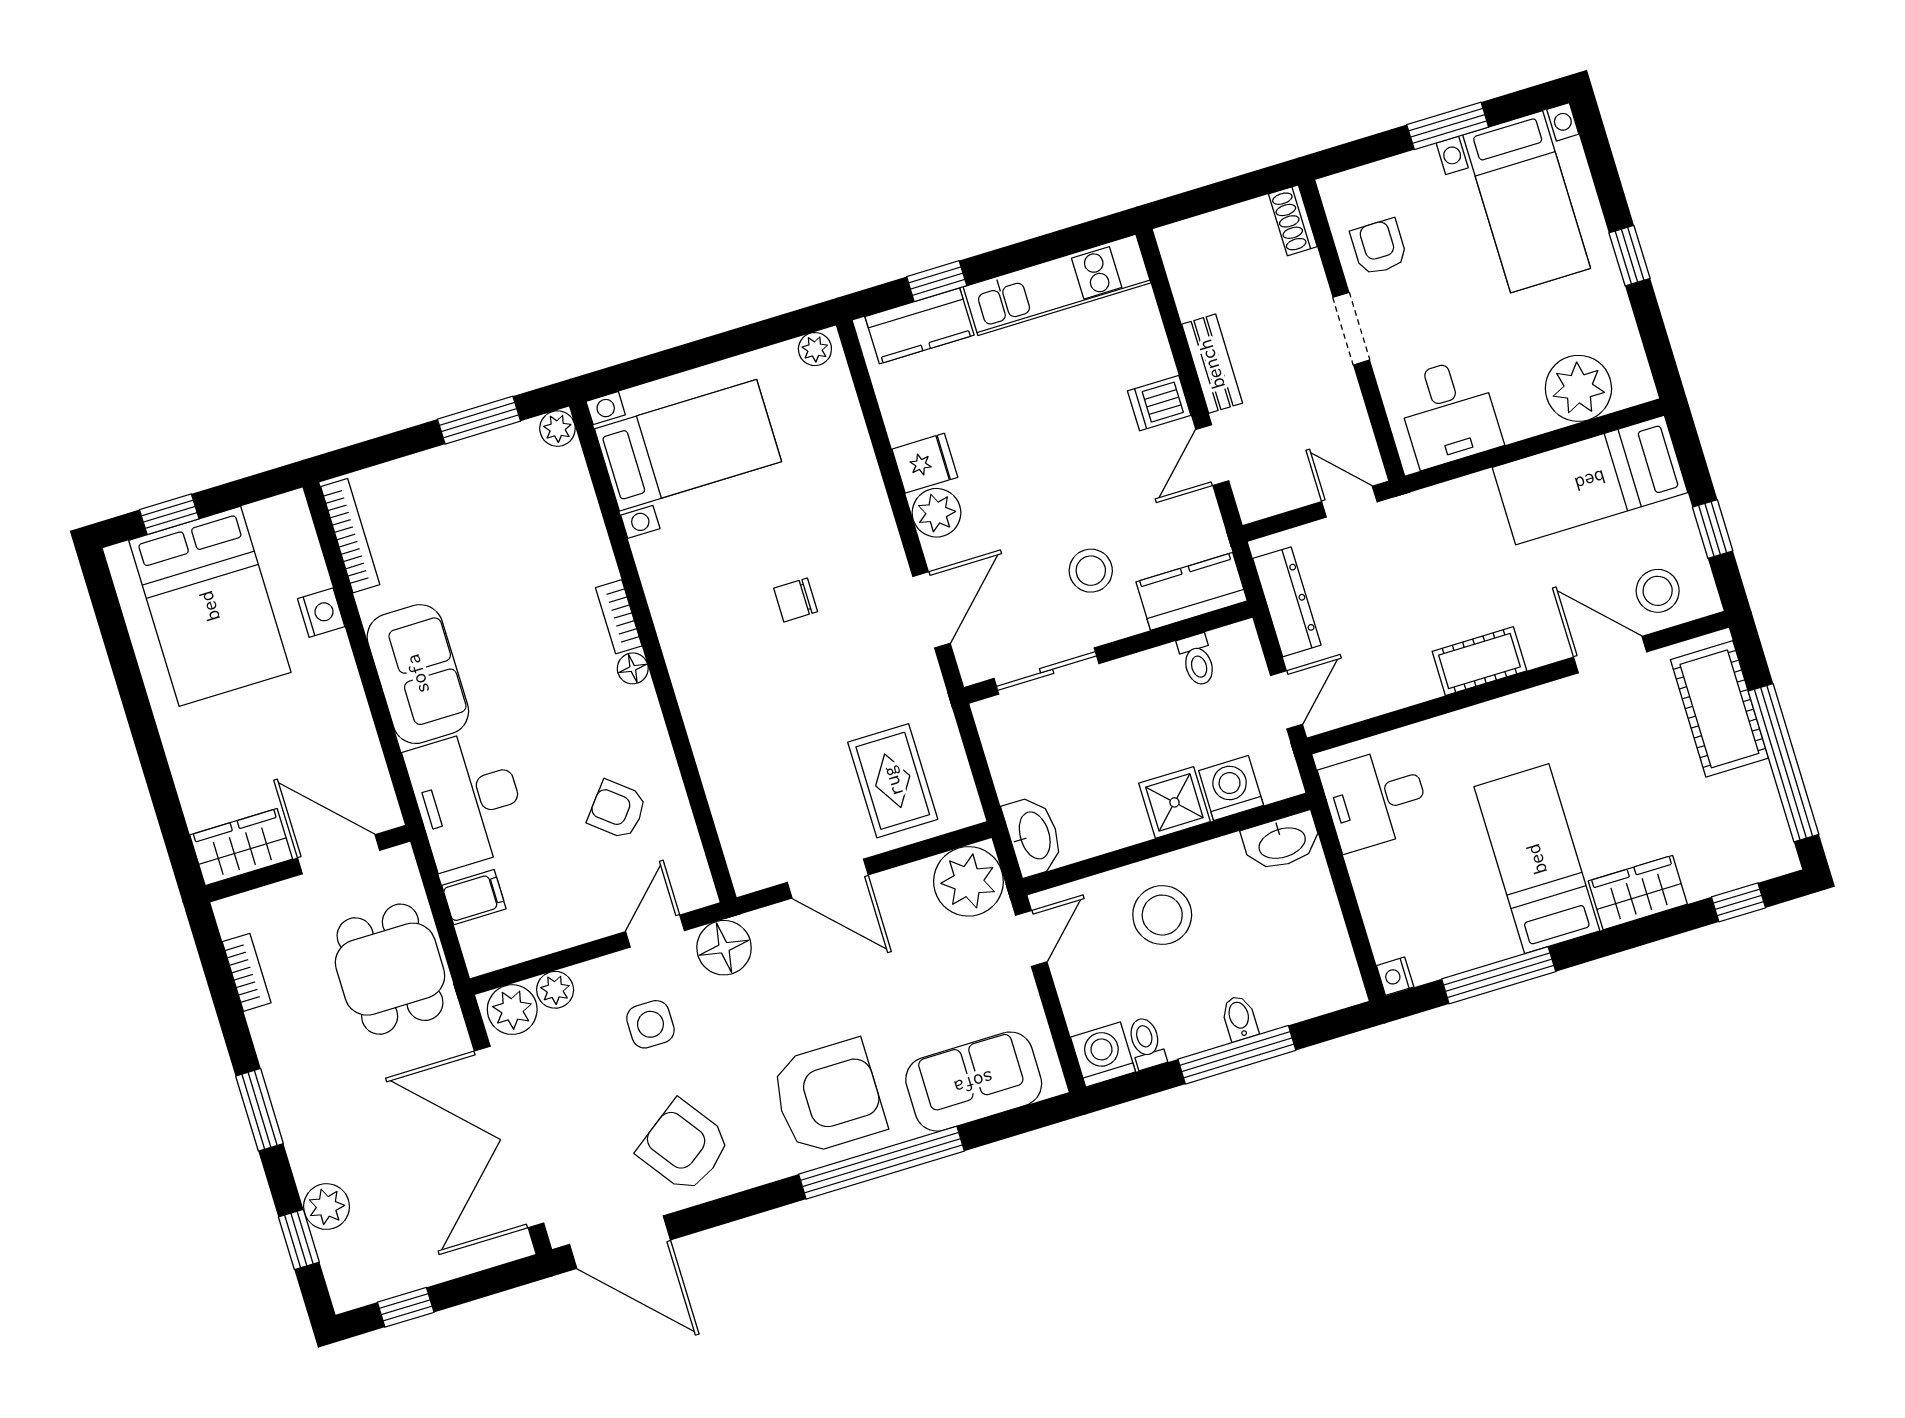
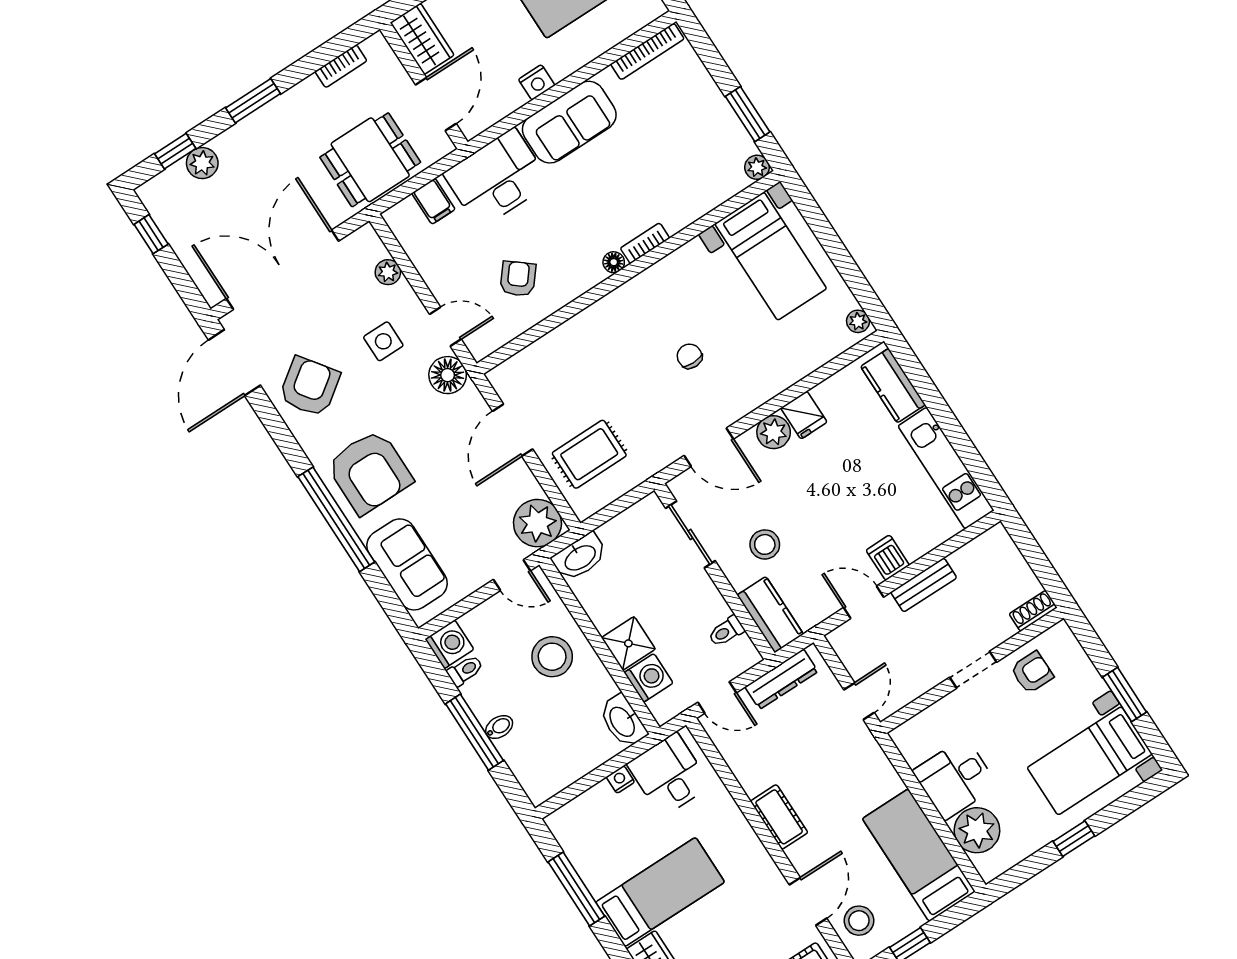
window: (937, 281) -> (926, 388), removed
desk: (1449, 413) -> (955, 779), moved
nightstand: (321, 613) -> (537, 82), moved
nightstand: (1395, 976) -> (620, 779), moved
plant: (512, 1010) -> (367, 248), removed

